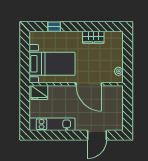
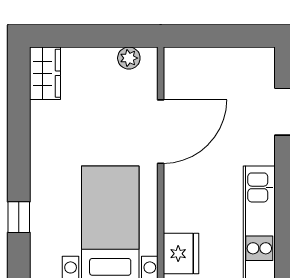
wardrobe: (93, 37) -> (45, 73), moved

